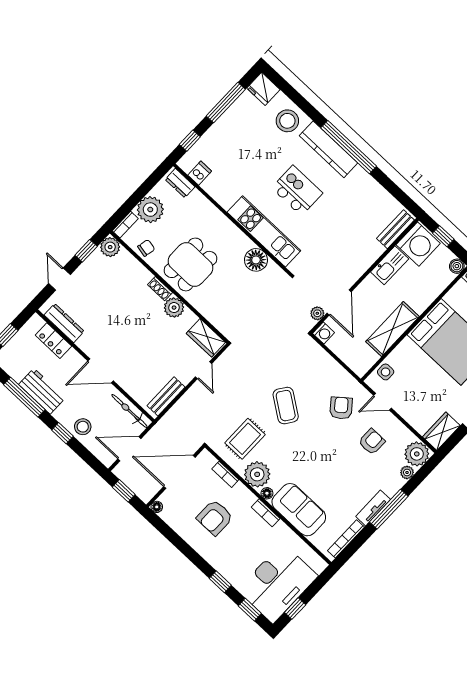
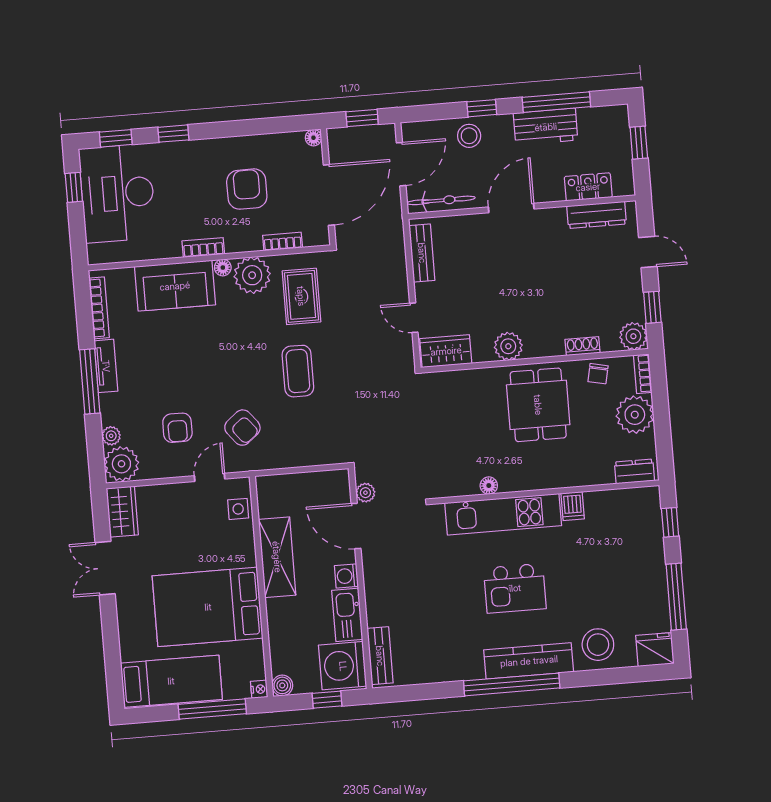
dishwasher: (200, 173) -> (573, 506), moved
floor lamp: (256, 260) -> (489, 486), width x0.53, depth x0.53
shoe rack: (160, 289) -> (583, 346), moved
washing machine: (324, 333) -> (346, 576), moved
coffee table: (286, 406) -> (298, 371), turned 55

